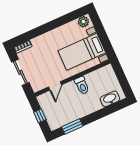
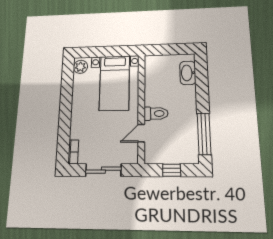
toilet: (82, 85) -> (156, 114), moved
door: (55, 86) -> (141, 133), swing flipped
window: (72, 126) -> (204, 134), width x1.44

